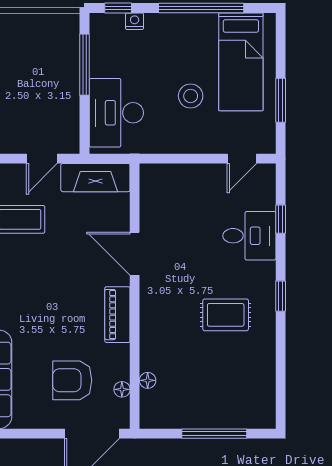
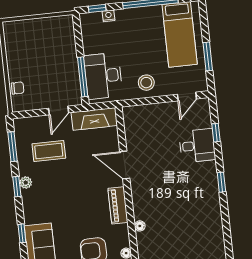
window: (84, 65) -> (83, 77), moved
stool: (191, 96) -> (146, 83), moved
rug: (226, 315) -> (187, 198), removed
floor lamp: (148, 380) -> (140, 226), moved

